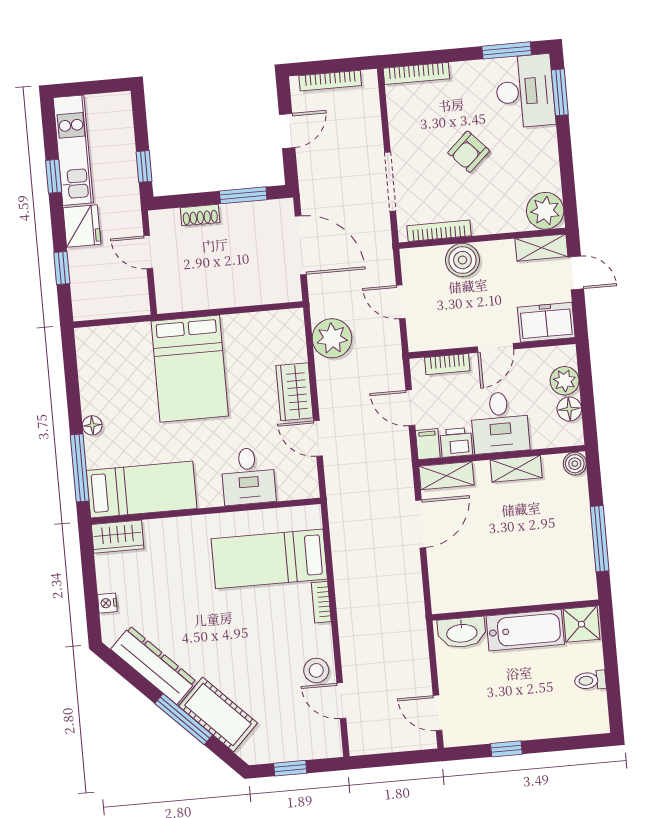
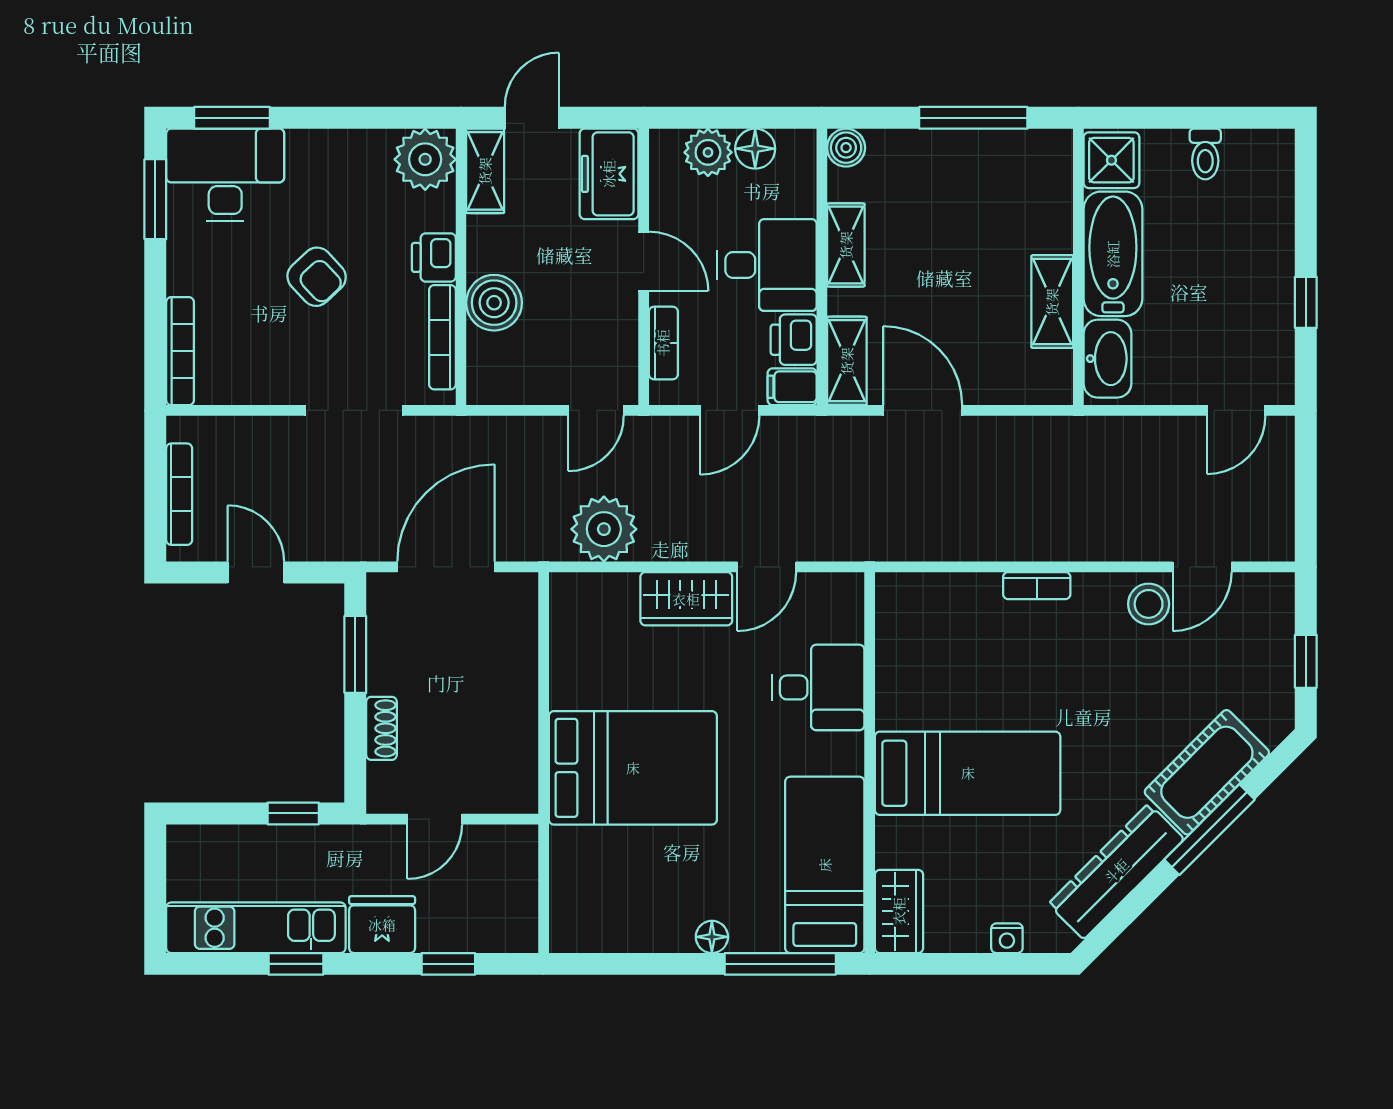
printer: (487, 221) -> (434, 257), added
door: (401, 302) -> (596, 410), moved
bed: (269, 559) -> (968, 773), moved, turned -90
shelving: (493, 596) -> (1052, 302), added

